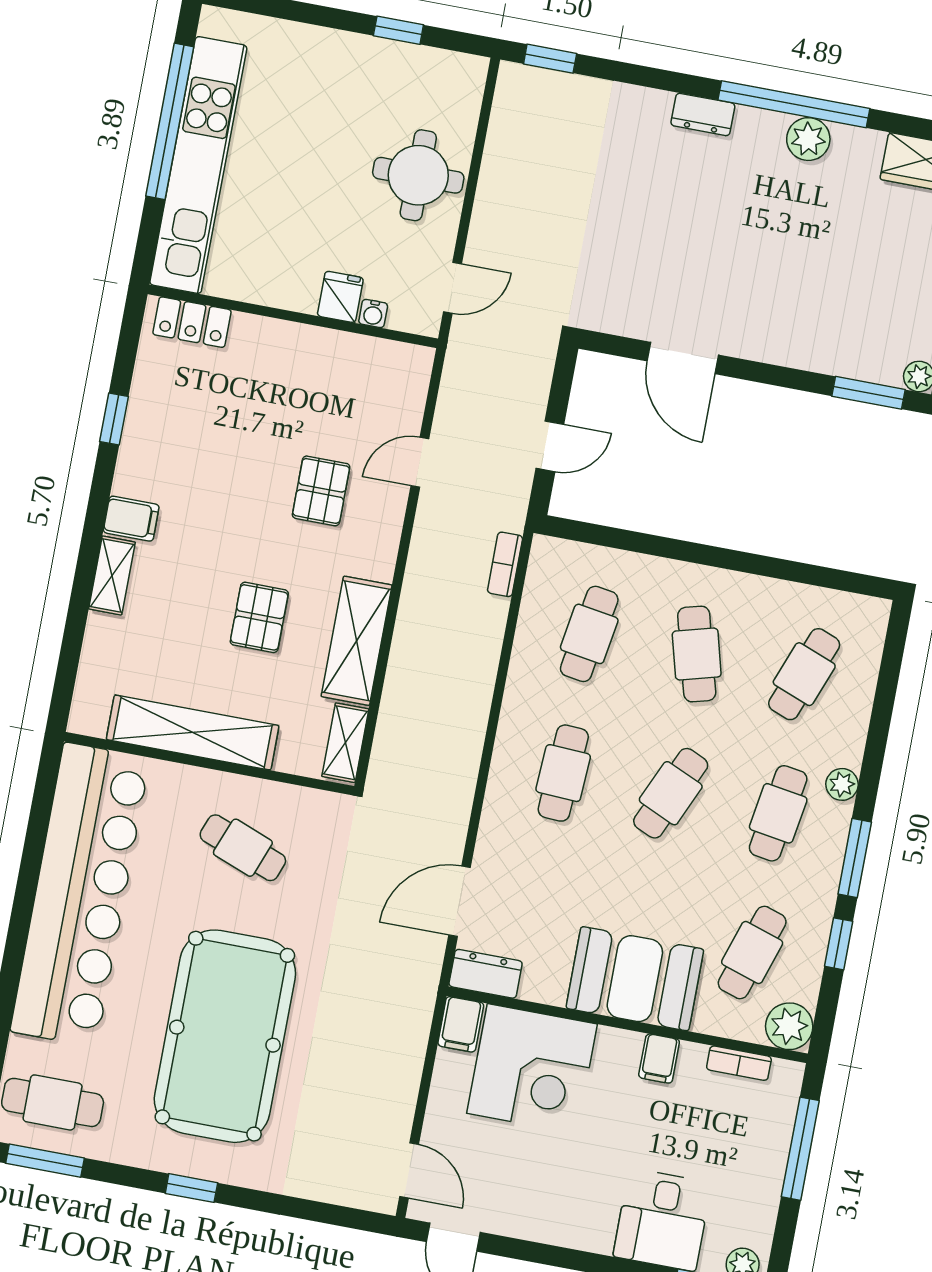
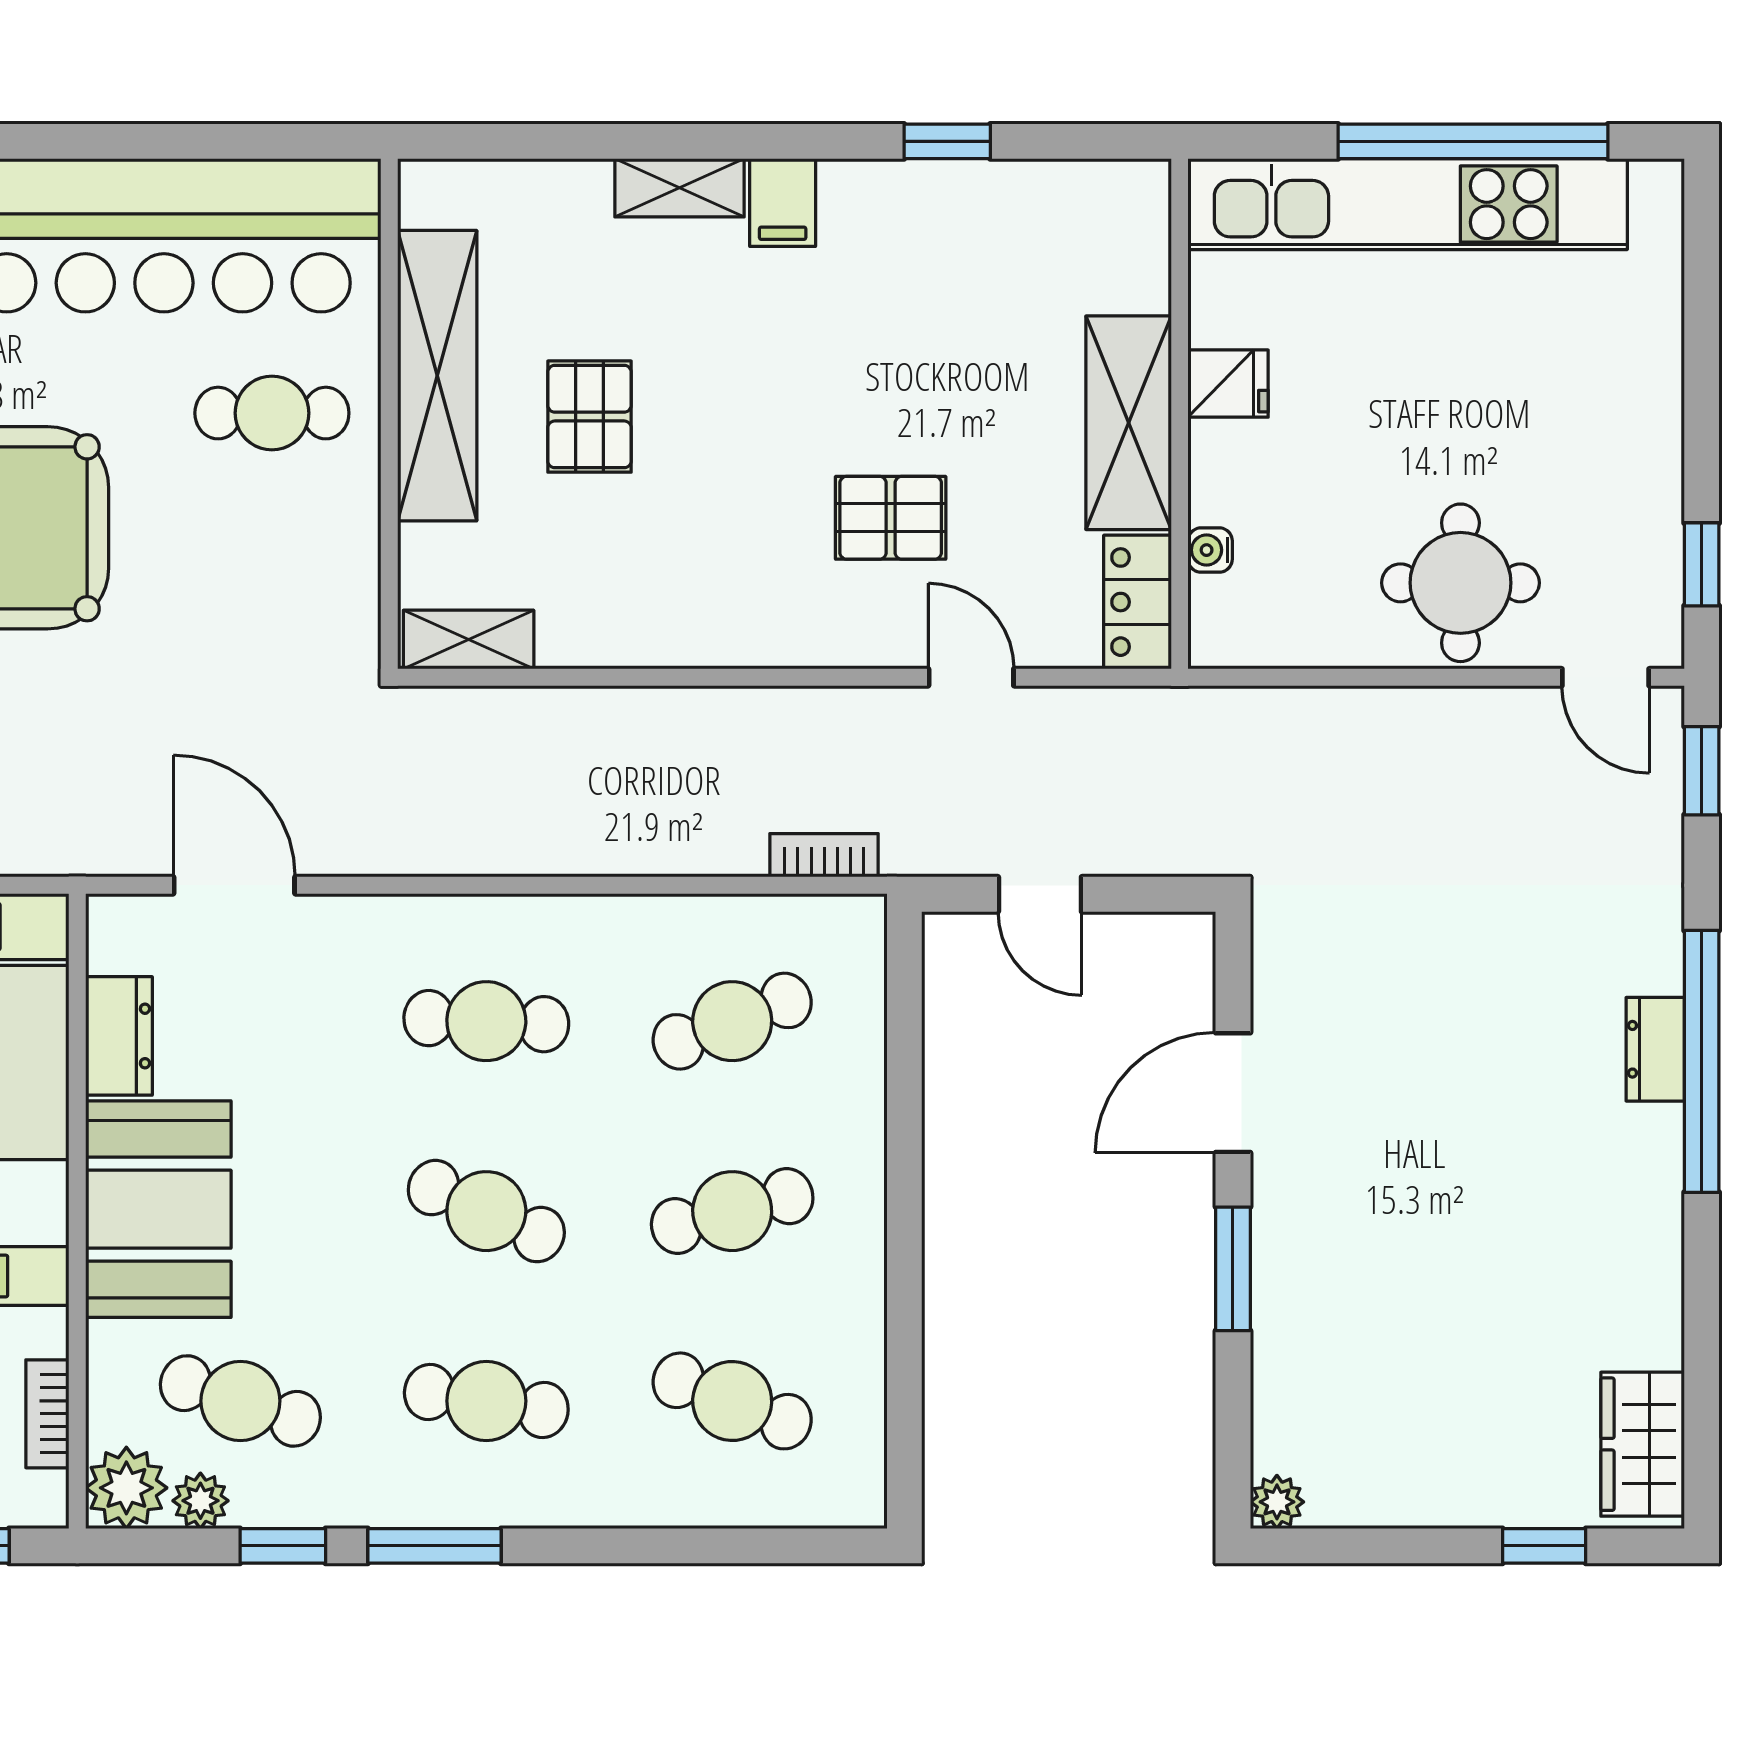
window: (398, 30) -> (1702, 564), moved
window: (794, 104) -> (1702, 1061), moved
plant: (808, 139) -> (1647, 1237), removed
door: (453, 288) -> (1606, 677), moved
fridge: (340, 297) -> (1228, 384), moved
locker: (192, 322) -> (1137, 602), moved
window: (869, 393) -> (1233, 1269), moved
pallet: (259, 617) -> (589, 417), moved, turned 90
cafe table: (589, 634) -> (732, 1021), turned -30
shelving: (357, 641) -> (1129, 423), moved, turned 90
plant: (842, 784) -> (200, 1501), moved
cafe table: (243, 848) -> (272, 413), moved, turned 69
dresser: (486, 974) -> (119, 1036), moved

